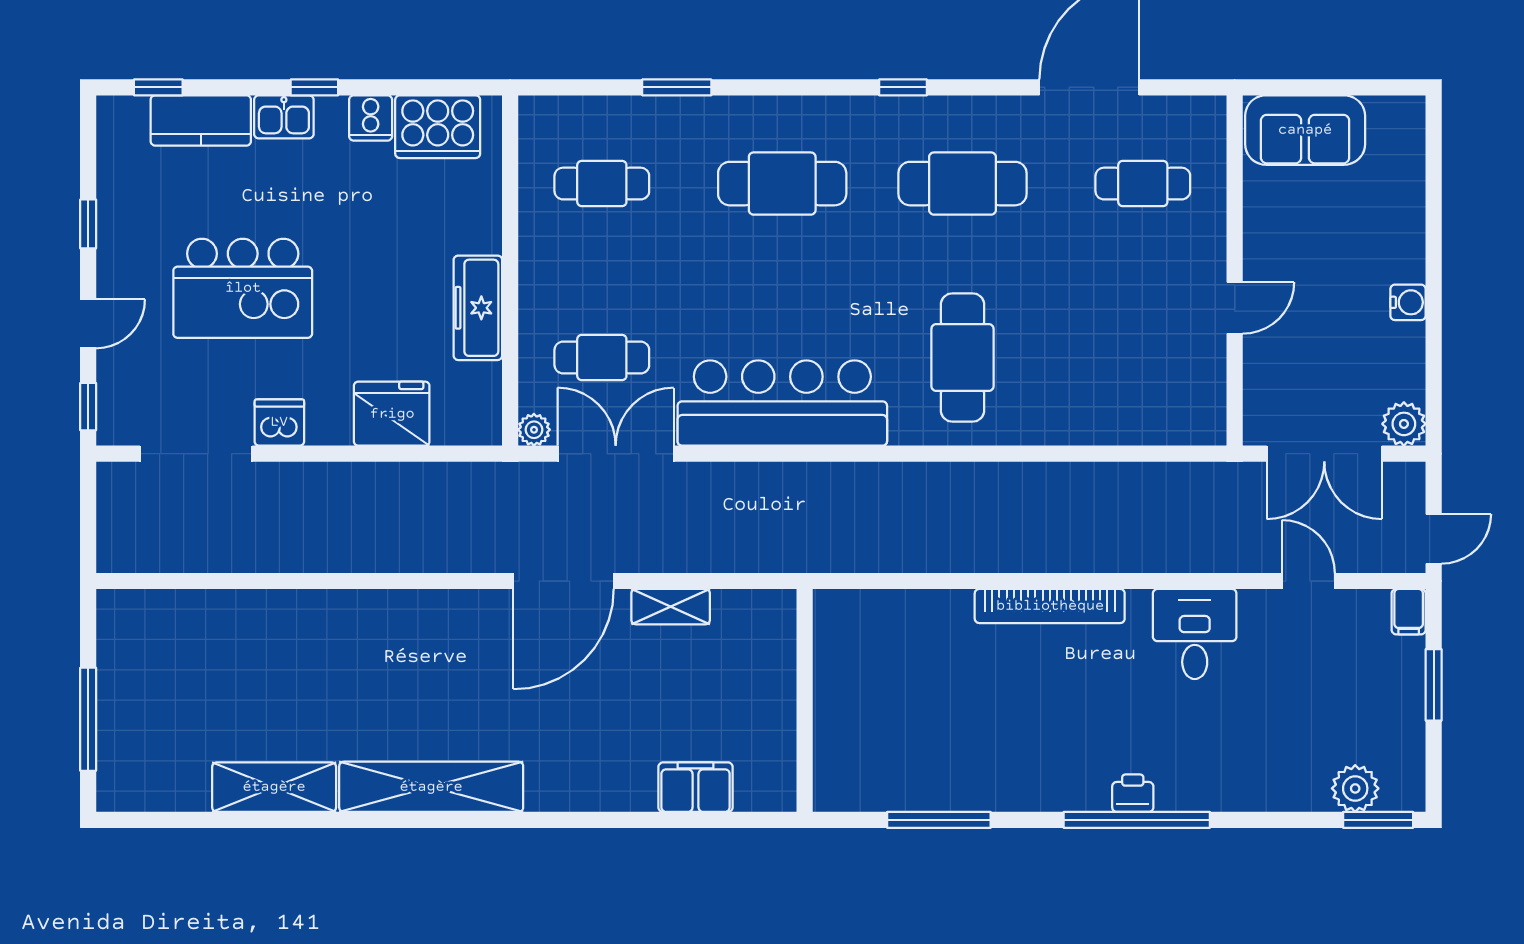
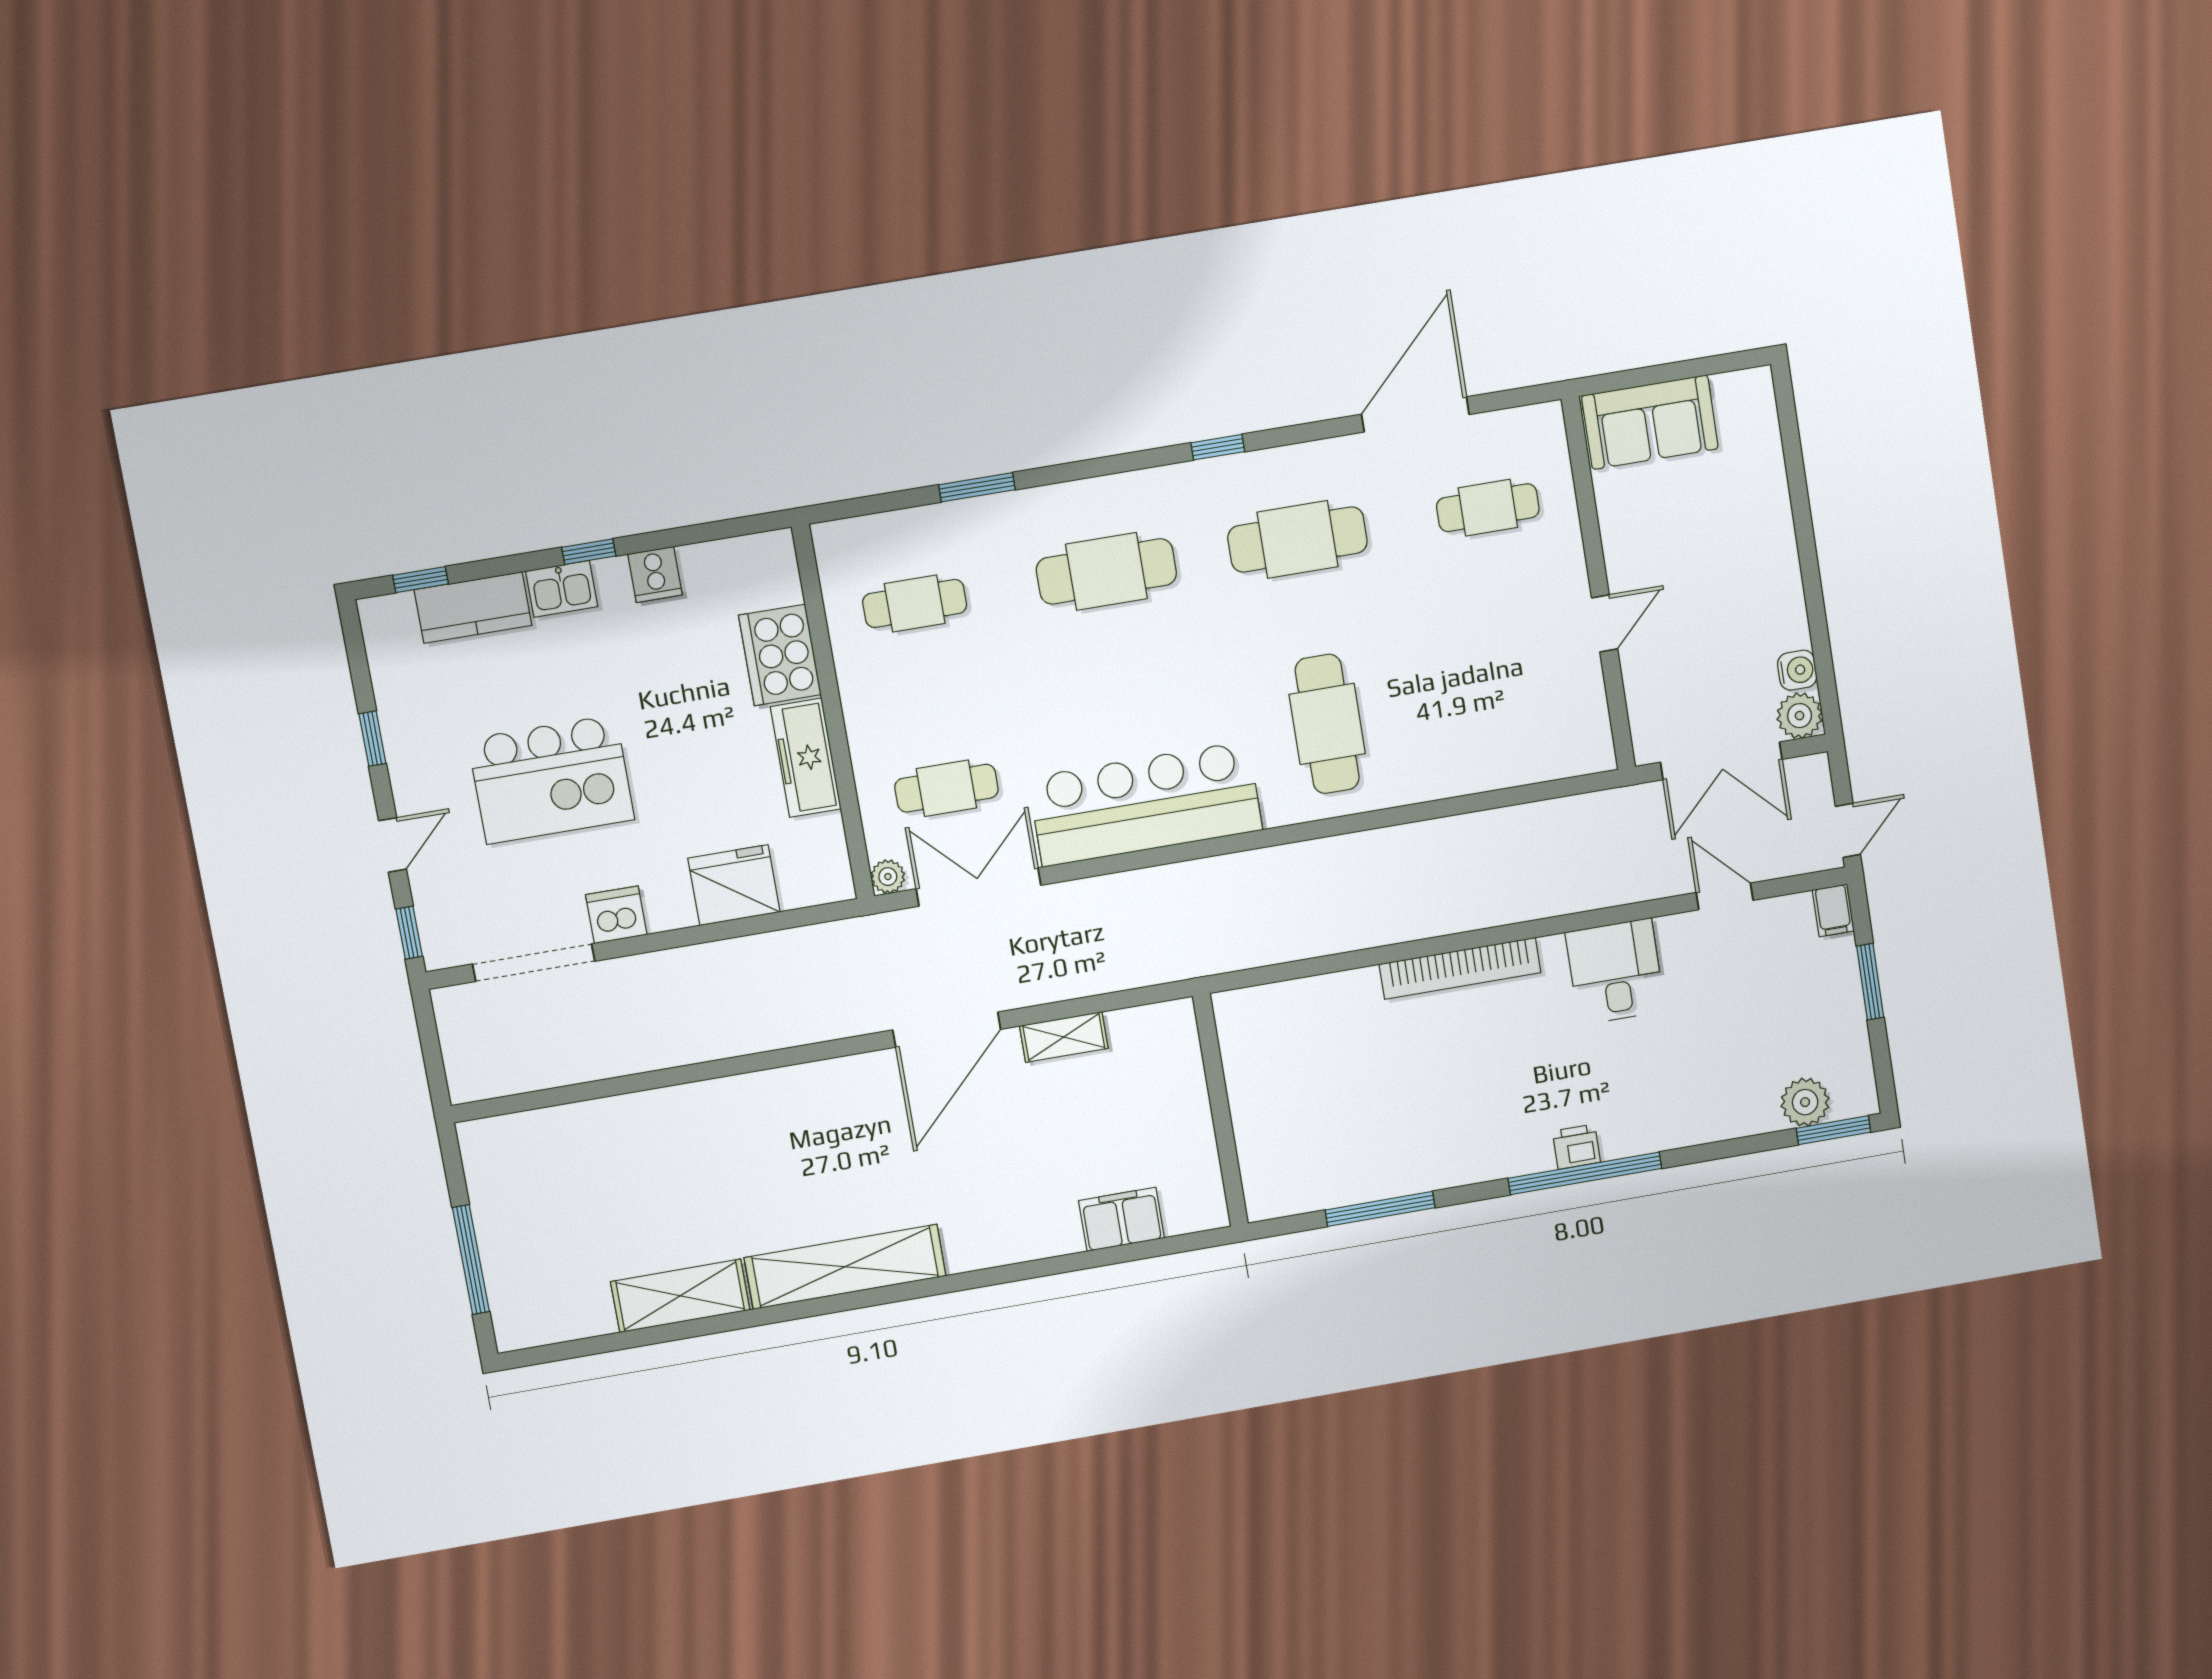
cooker: (438, 127) -> (780, 655), moved, turned 90
water cooler: (1408, 302) -> (1797, 670), moved

